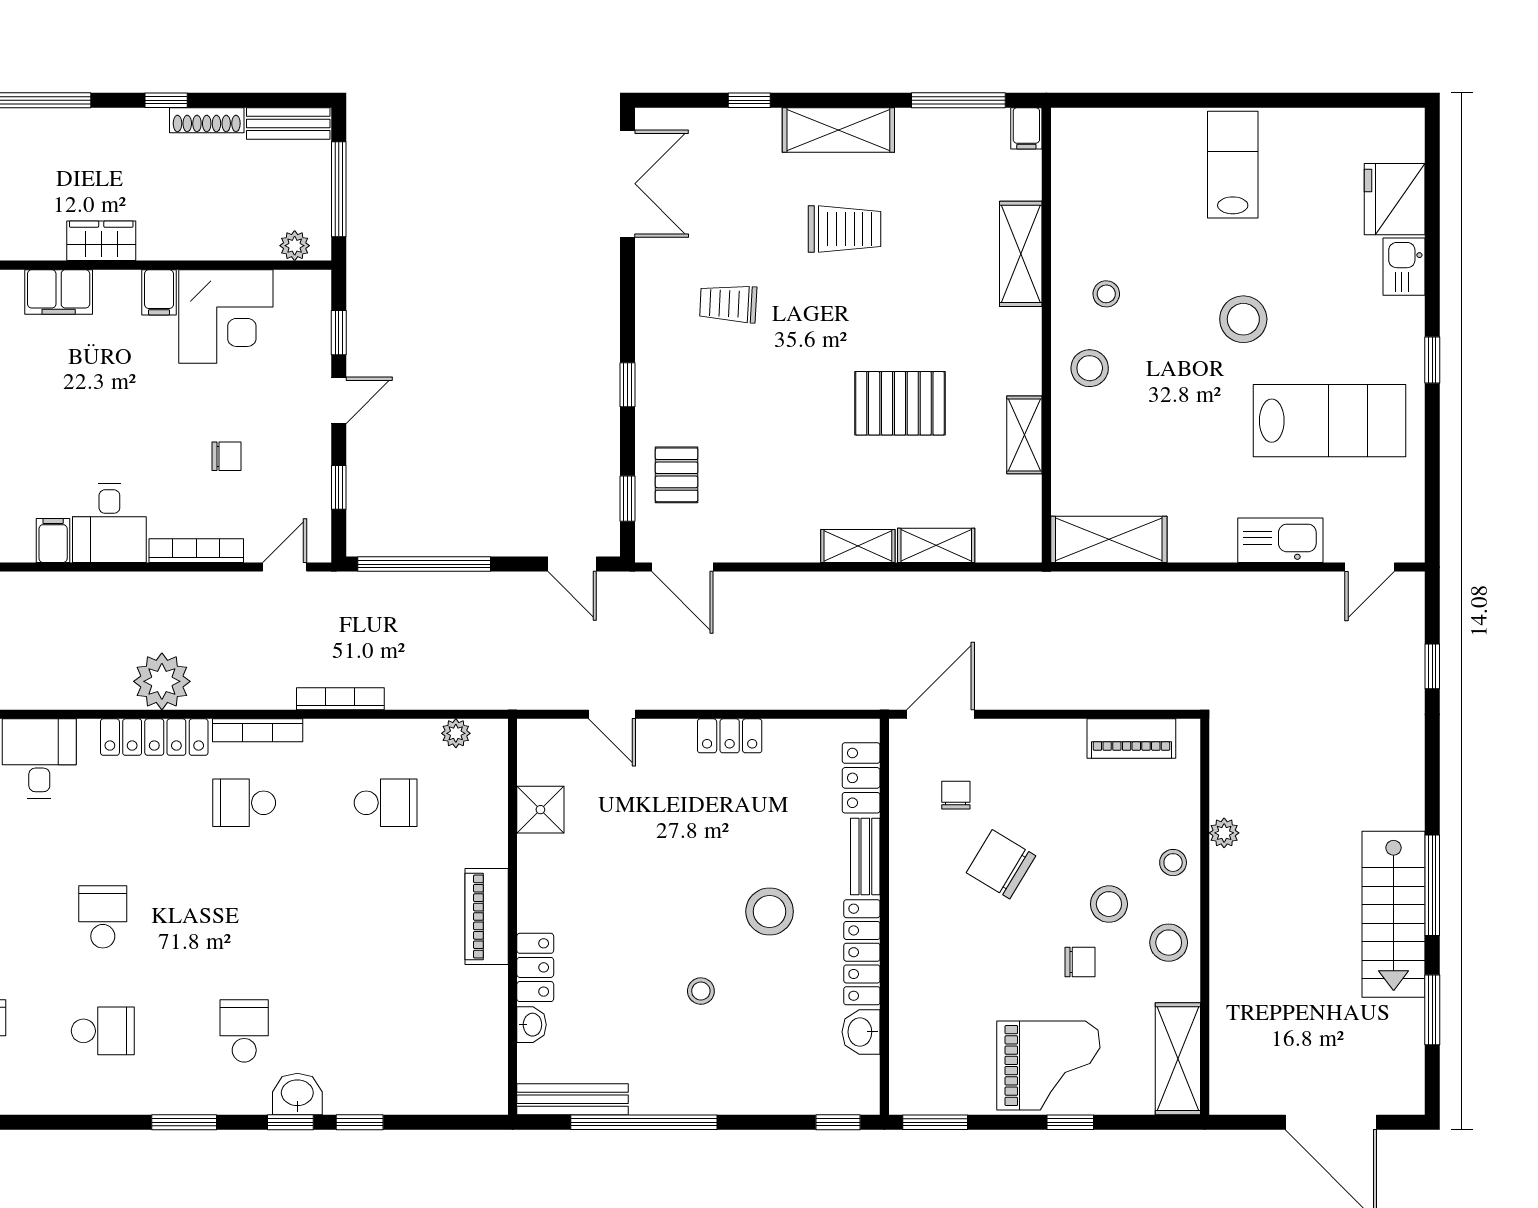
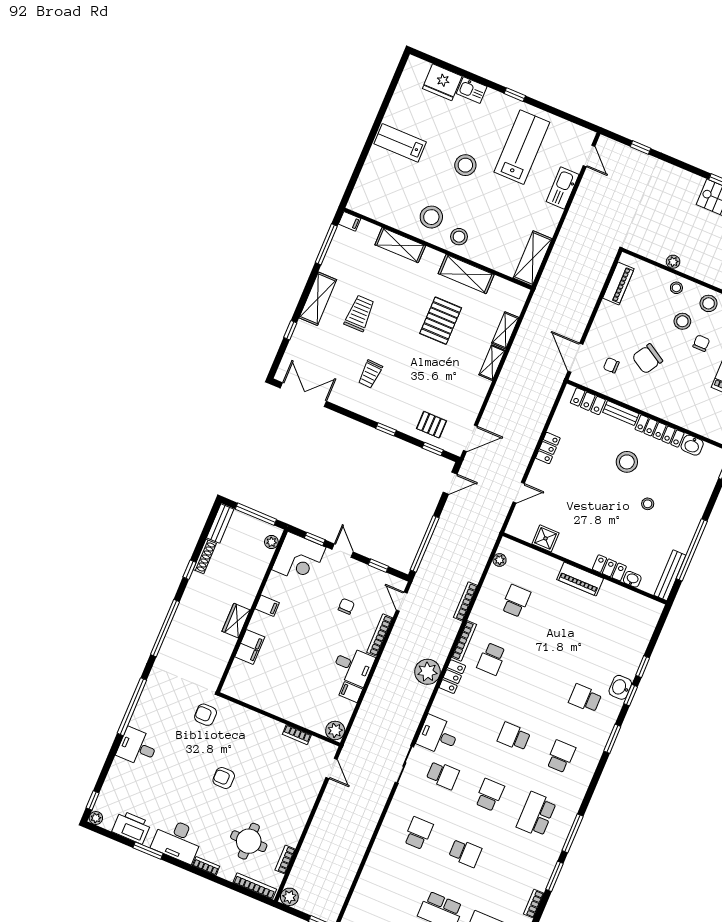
stool: (1106, 294) -> (431, 217), width x1.89, depth x1.89
corner desk: (226, 316) -> (299, 558), moved, turned 90
shelving: (1024, 435) -> (466, 274), width x1.50, depth x1.33
locker: (154, 737) -> (452, 677), width x0.66

